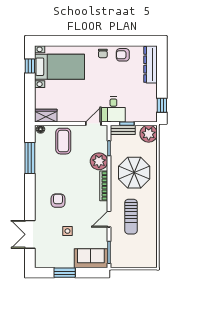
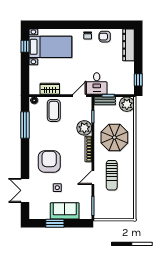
wardrobe: (46, 116) -> (50, 89), moved
armchair: (58, 201) -> (49, 162), width x1.88, depth x1.88
sofa: (91, 258) -> (65, 211), moved

